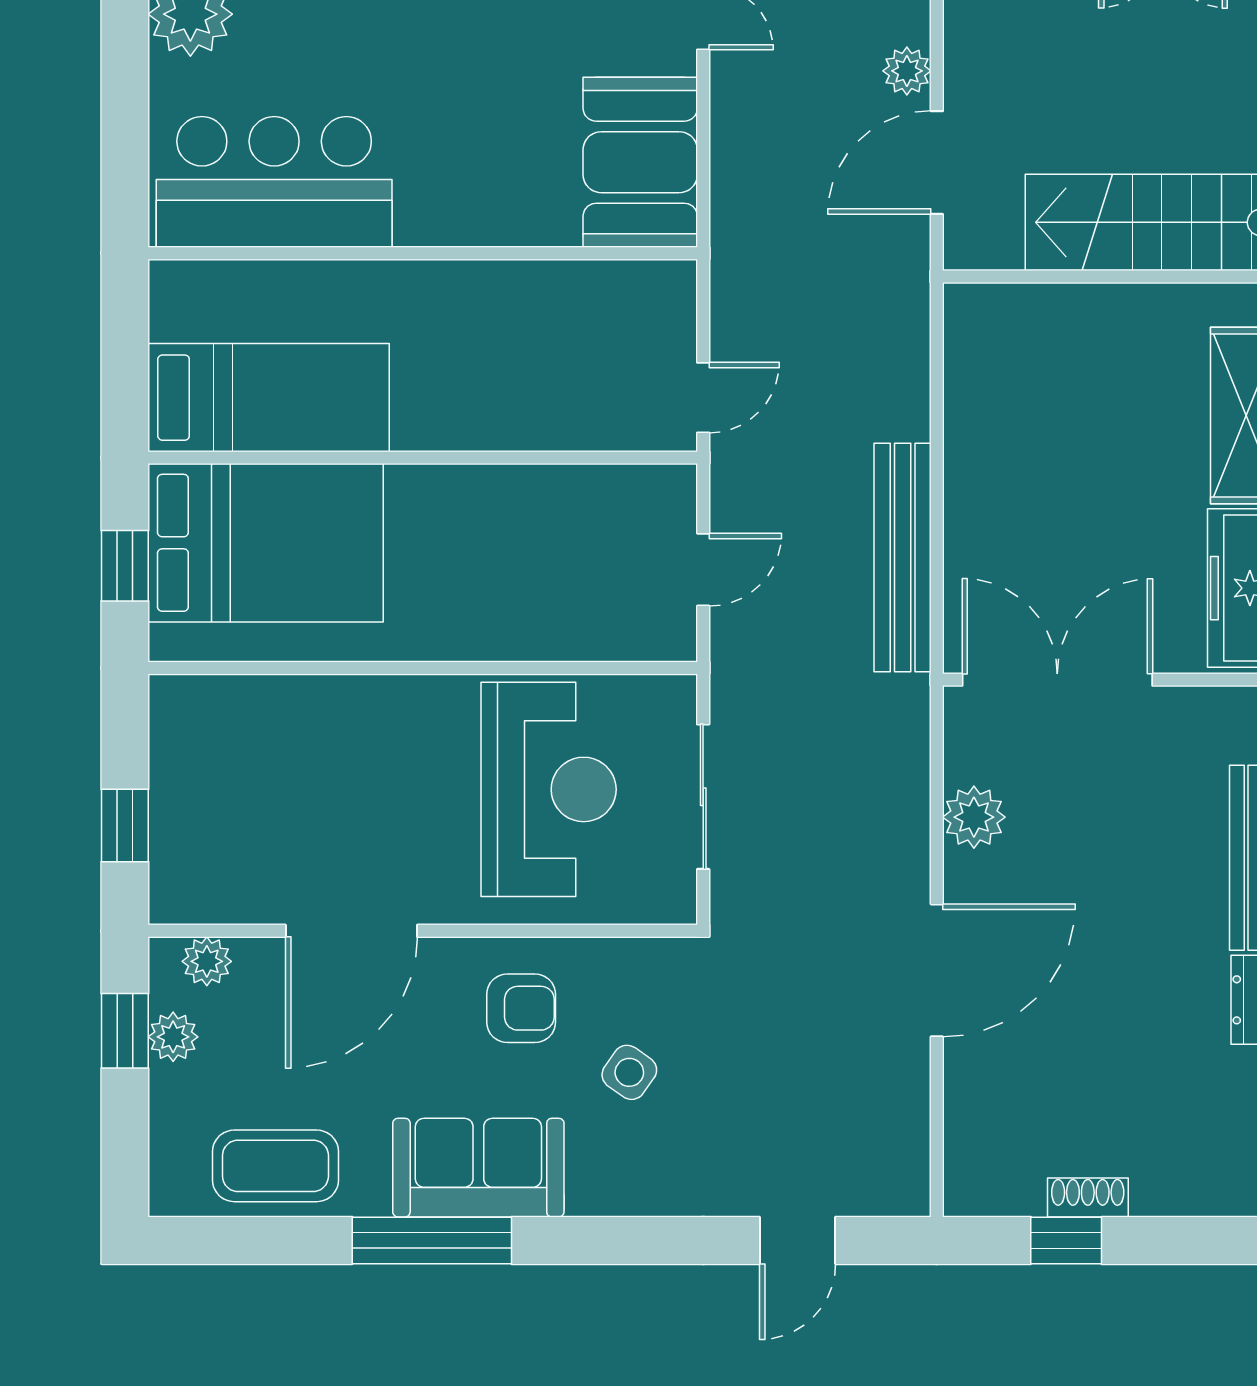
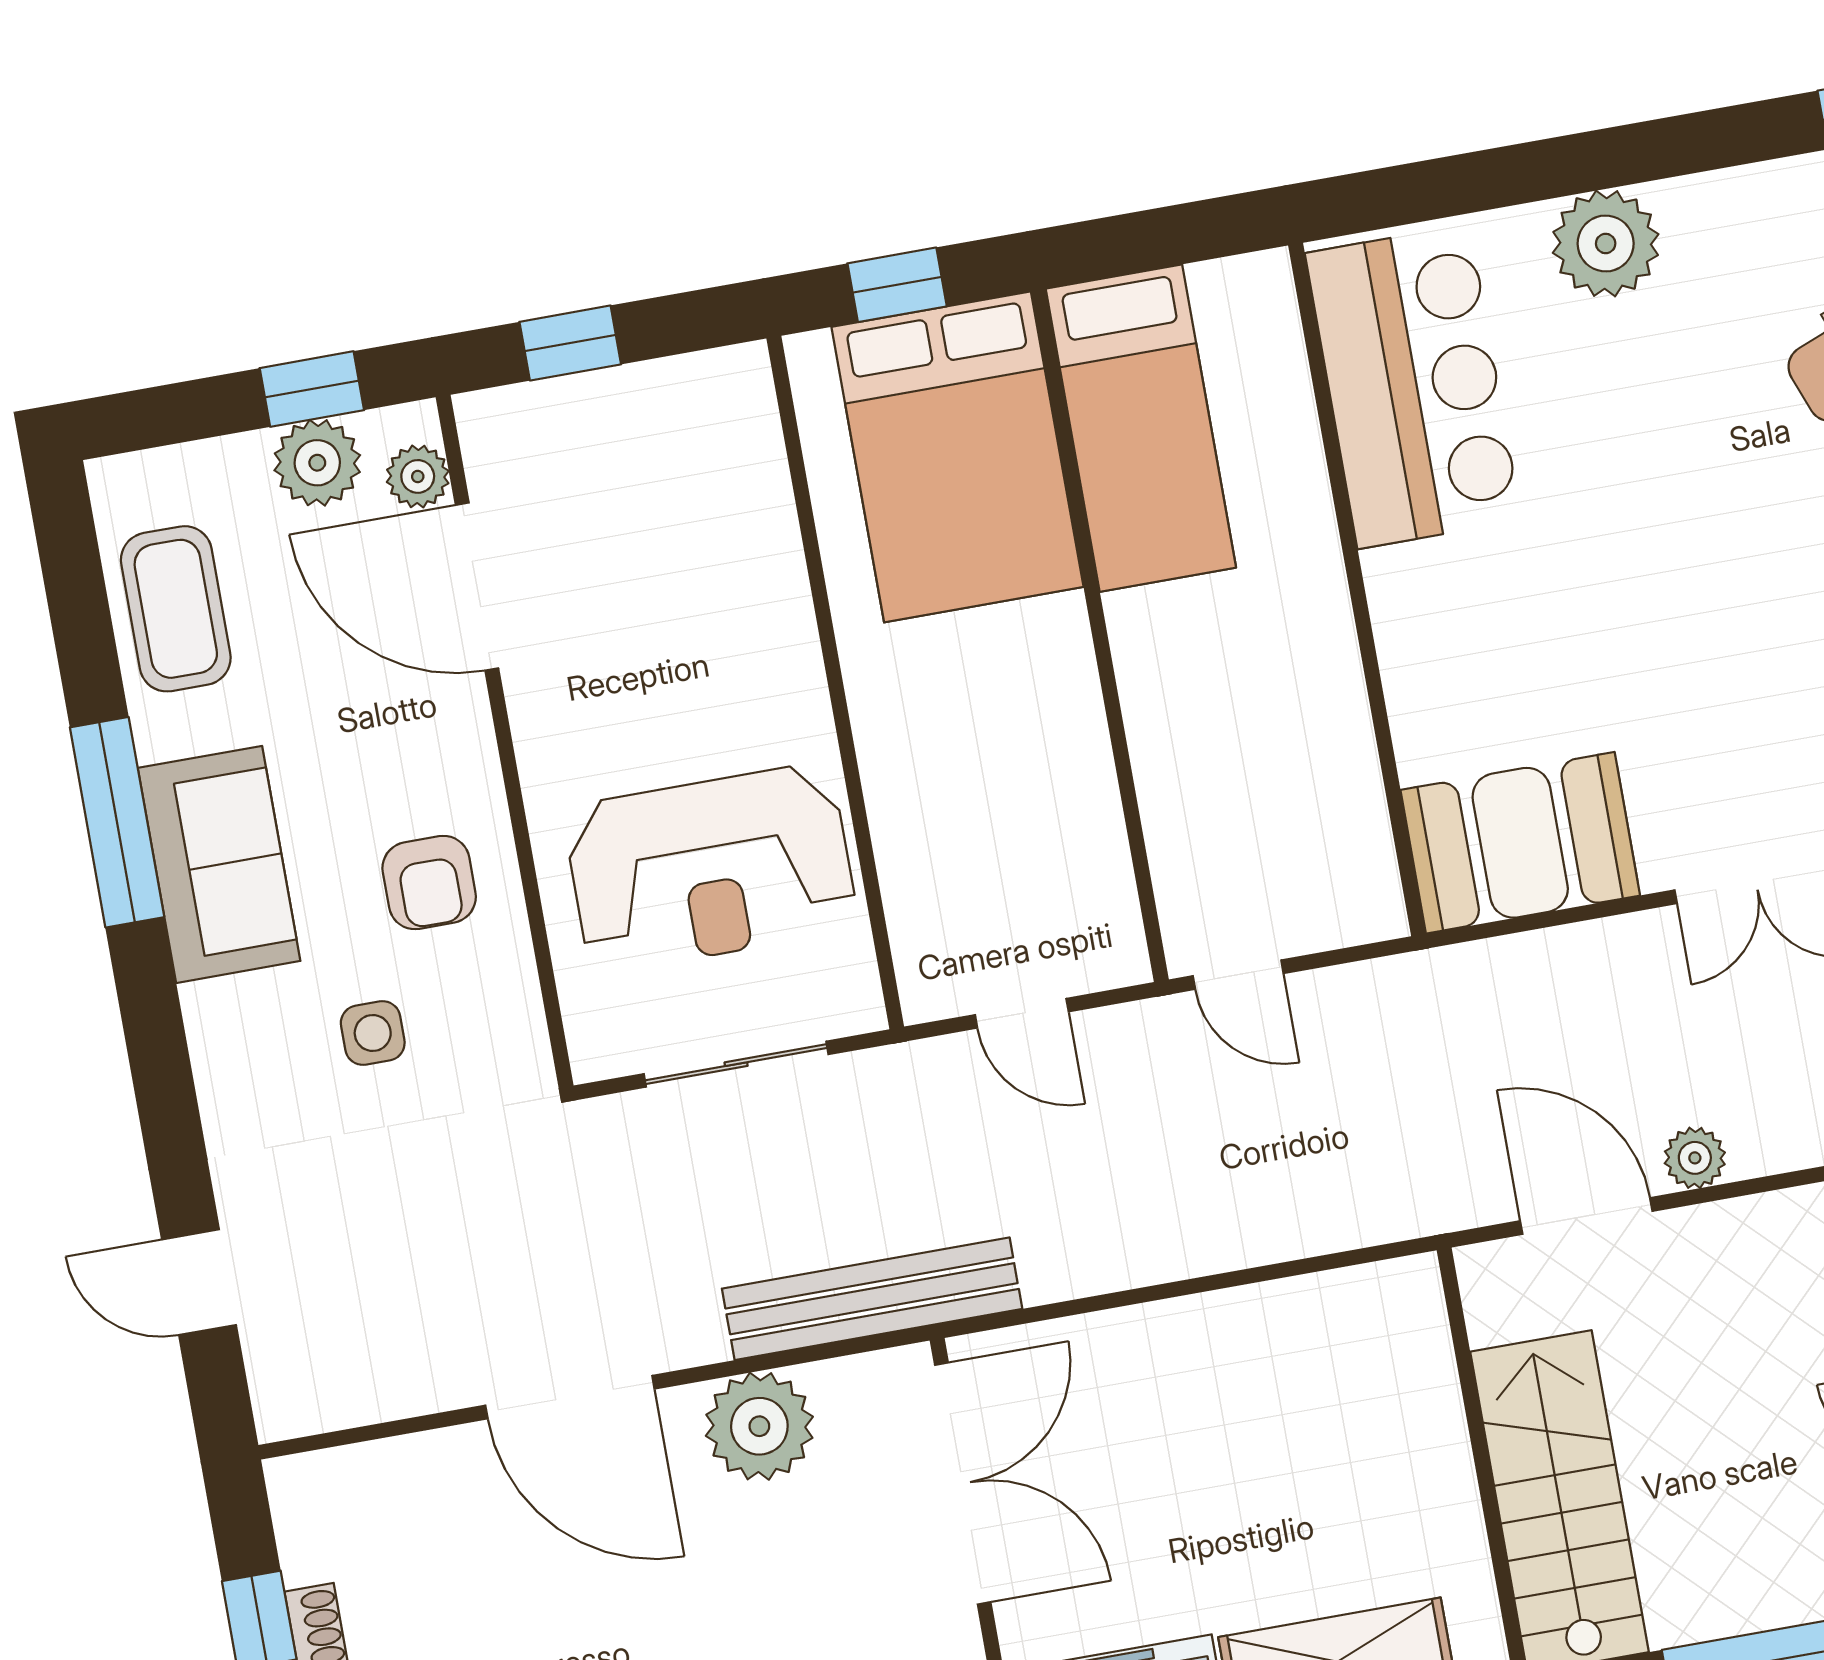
bench: (903, 557) -> (872, 1299), moved
plant: (974, 817) -> (759, 1426), width x1.36, depth x1.36
door: (351, 931) -> (477, 587), moved
plant: (173, 1037) -> (317, 463), width x1.38, depth x1.38
side table: (629, 1072) -> (373, 1033), turned -35

